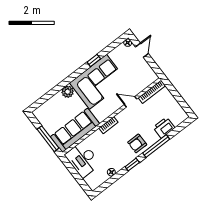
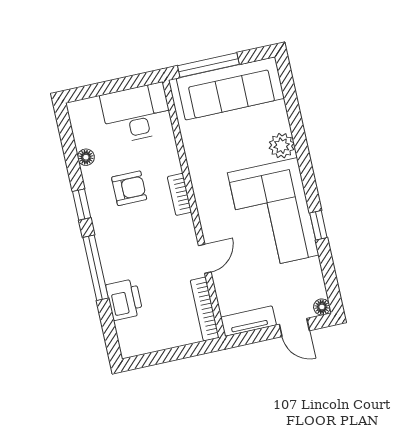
tv unit: (148, 71) -> (248, 321), added
sofa: (75, 130) -> (230, 88), moved, turned 90
armchair: (137, 143) -> (129, 188), moved, turned 90

